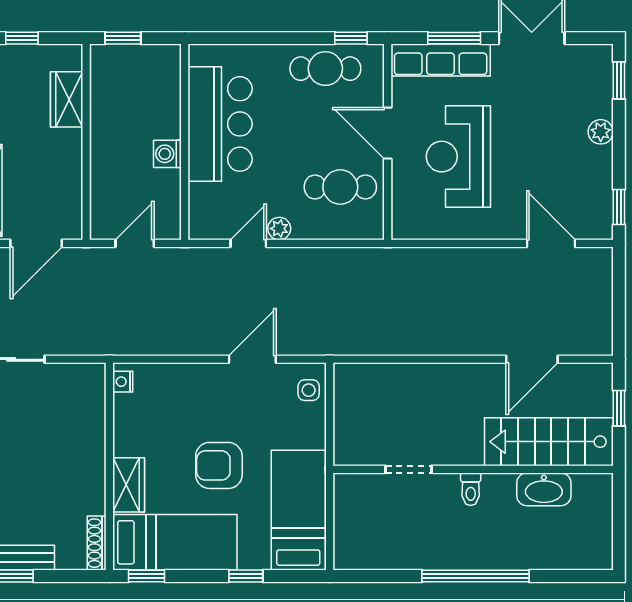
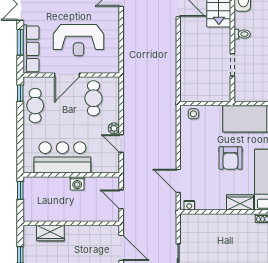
window: (123, 38) -> (20, 190), moved
door: (252, 359) -> (178, 181), moved

